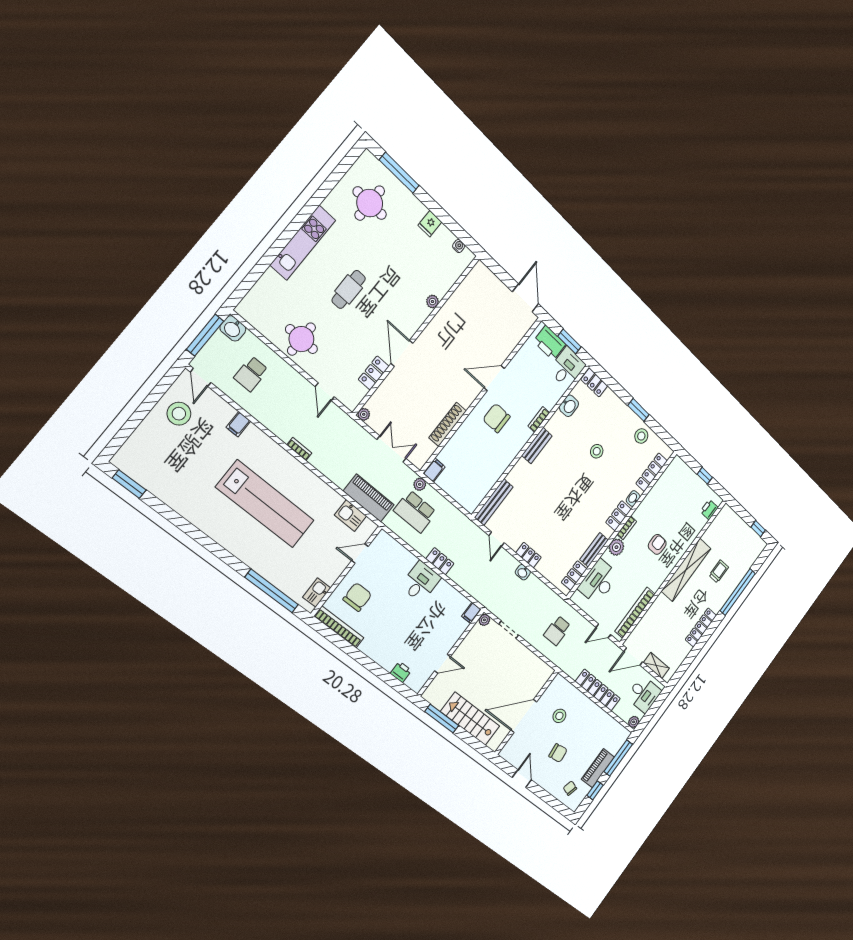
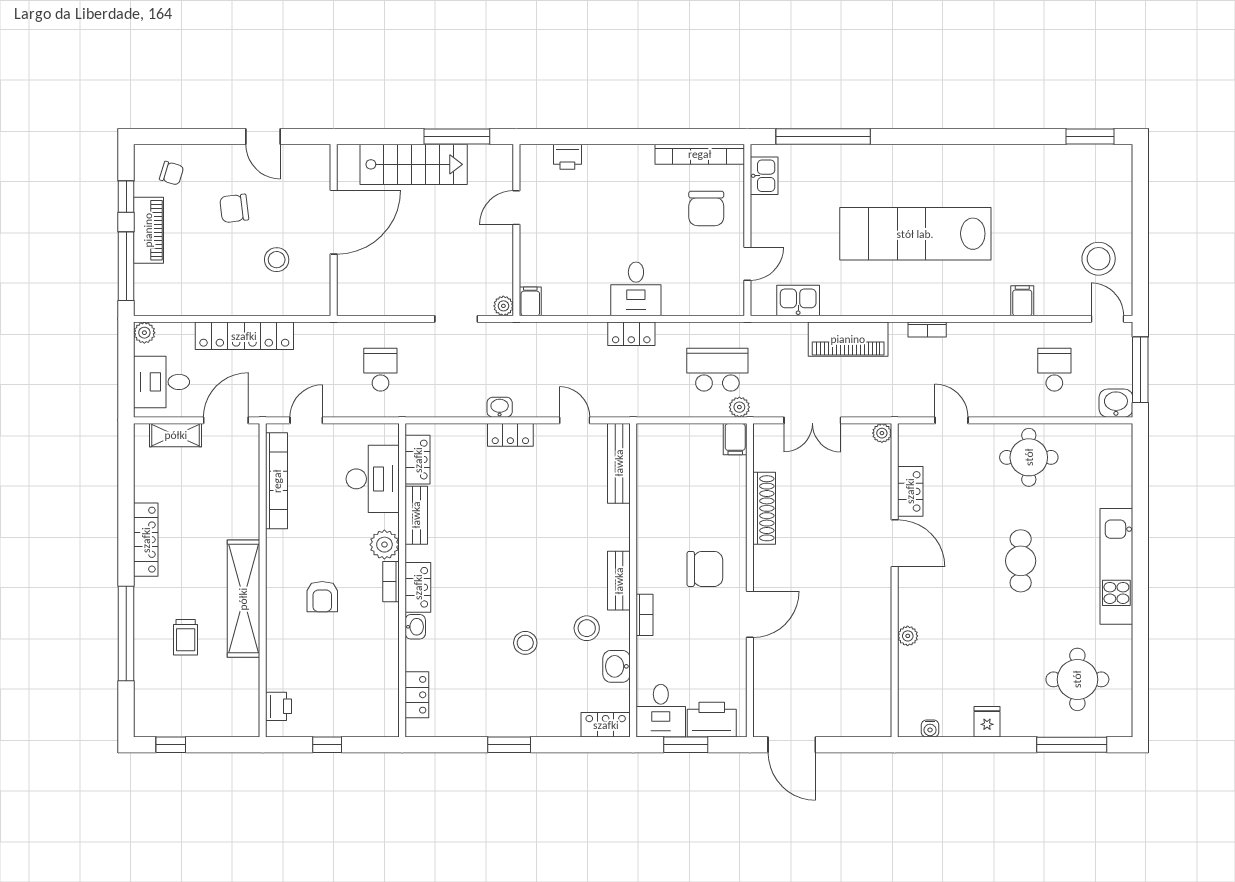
stool: (641, 436) -> (587, 628), moved
locker: (652, 472) -> (417, 695), width x0.66
piano: (369, 498) -> (848, 339), moved

